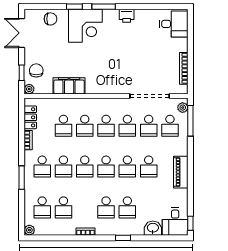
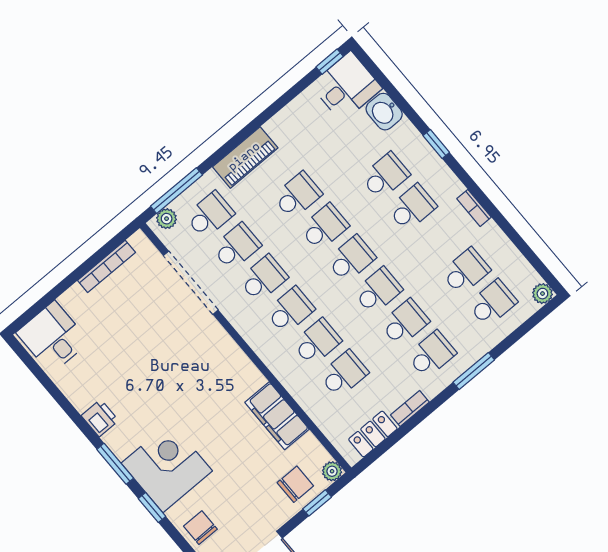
chair: (36, 70) -> (295, 484), turned 180
piano: (181, 172) -> (245, 157), moved

